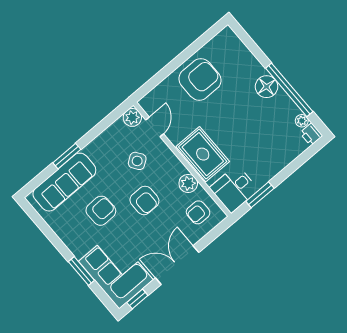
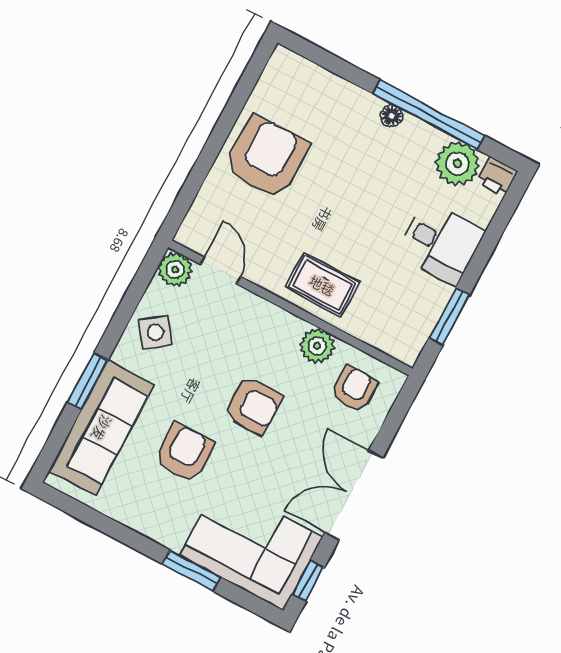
floor lamp: (267, 87) -> (391, 116), width x0.53, depth x0.53
plant: (302, 121) -> (457, 164), width x1.88, depth x1.88
rug: (203, 154) -> (322, 285), width x0.73, depth x0.70
side table: (137, 161) -> (155, 332), moved
desk: (234, 189) -> (441, 243), moved, turned -90
armchair: (198, 212) -> (354, 389), turned 180

